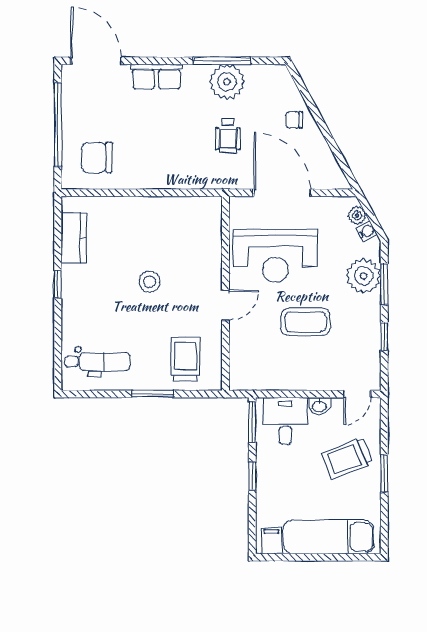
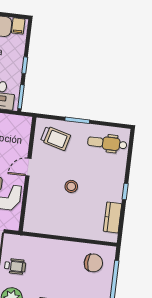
wheelchair: (228, 136) -> (15, 266), turned 90
trolley: (186, 359) -> (56, 138), turned -75

